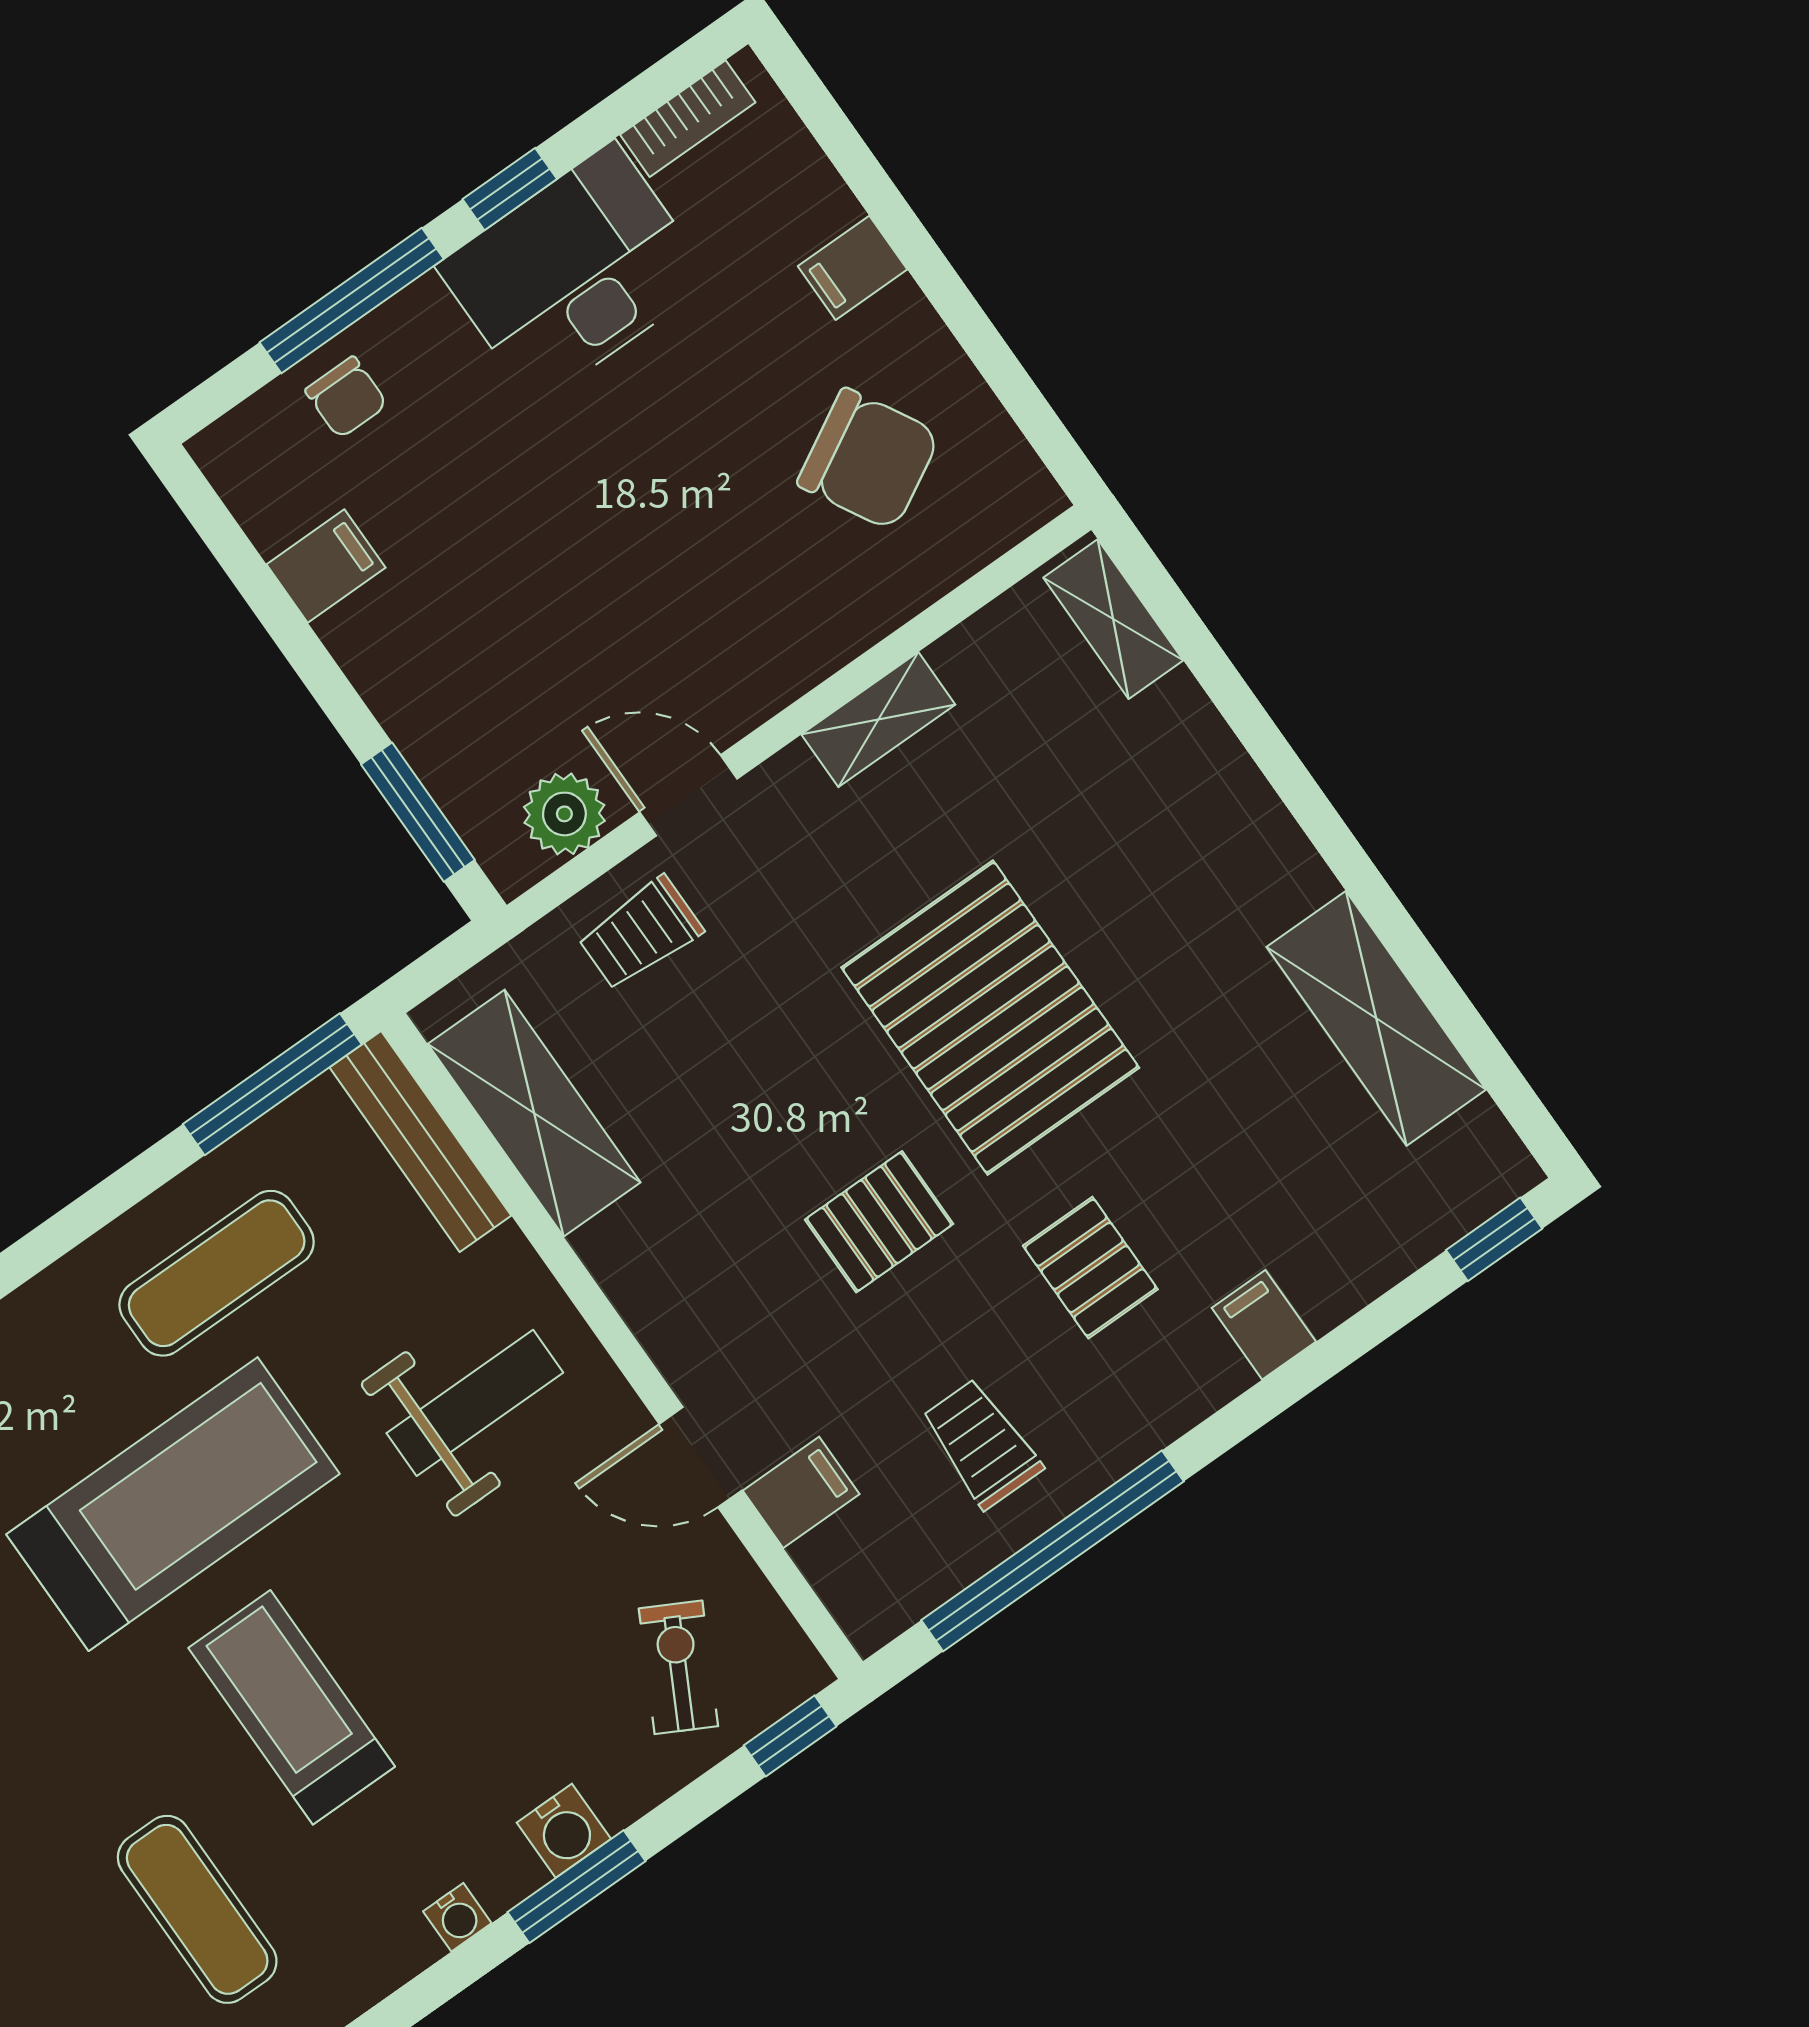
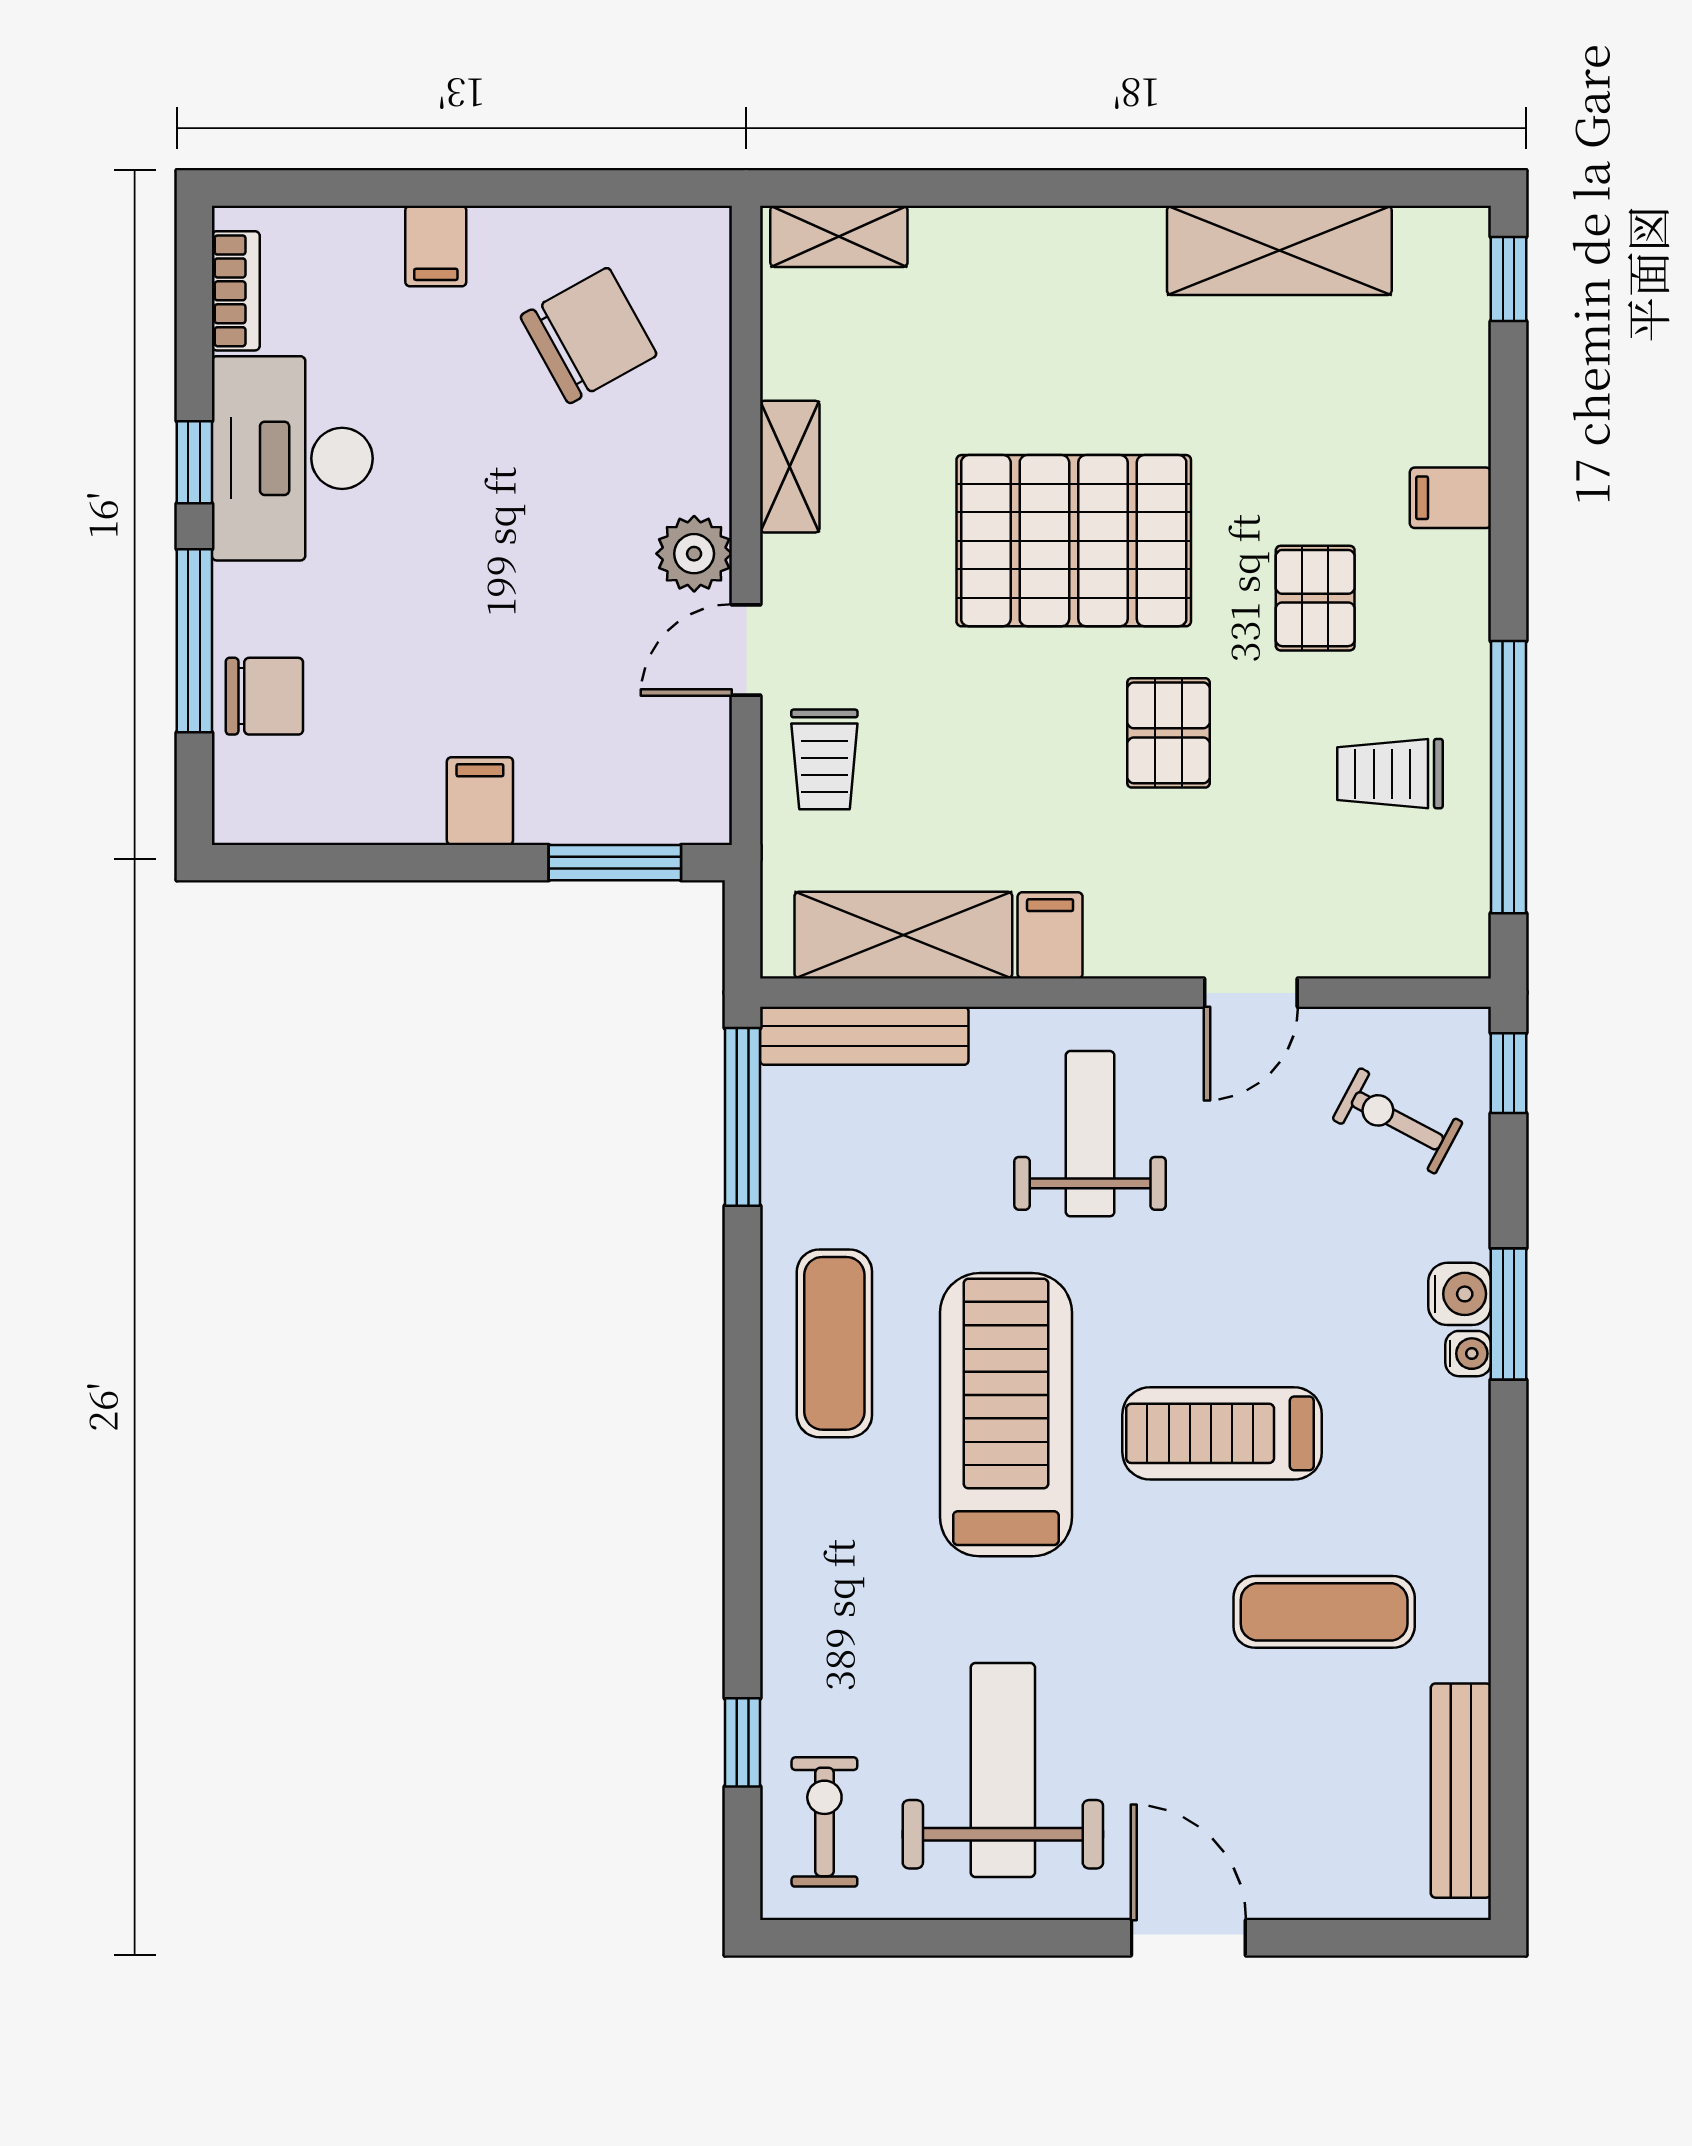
chair: (346, 397) -> (264, 696), width x1.37, depth x1.37
filing cabinet: (326, 566) -> (480, 801), moved
plant: (564, 814) -> (694, 554), moved
pallet: (1090, 1268) -> (1315, 598), turned 90
exercise mat: (217, 1273) -> (834, 1343), moved
filing cabinet: (801, 1492) -> (1050, 935), moved
water cooler: (457, 1917) -> (1468, 1354), moved

